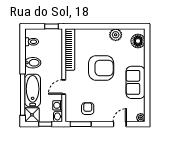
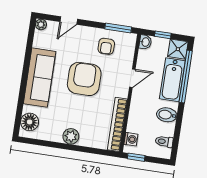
plant: (116, 35) -> (71, 136), moved
armchair: (101, 68) -> (84, 79), moved, turned 90
sofa: (136, 82) -> (40, 78), width x1.36
washing machine: (58, 105) -> (131, 139), moved

